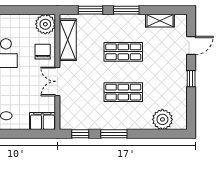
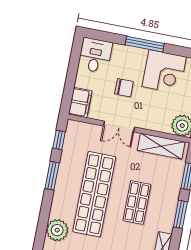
chair: (43, 52) -> (124, 88), moved
double door: (57, 81) -> (119, 127), swing flipped
shop shelf: (123, 92) -> (94, 194), width x2.00, depth x1.36

